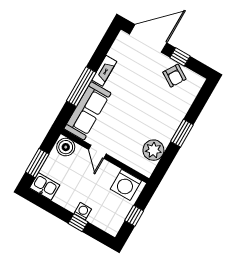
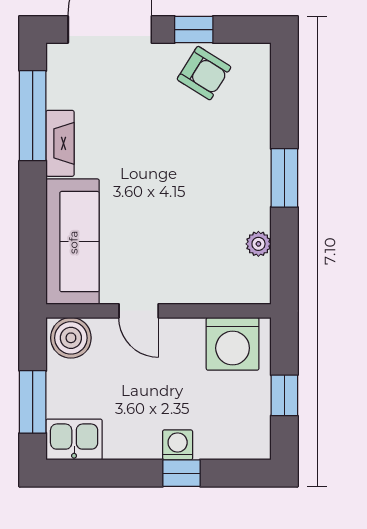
window: (81, 87) -> (33, 116), moved
plant: (153, 150) -> (258, 244), width x0.53, depth x0.53

